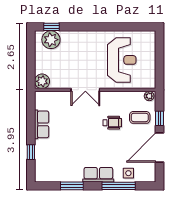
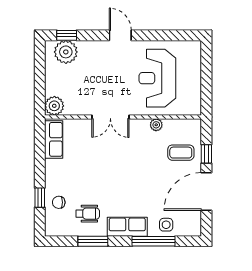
door: (93, 27) -> (120, 35), added
reception desk: (122, 60) -> (157, 78), turned 180
plant: (149, 96) -> (156, 125), moved
wheelchair: (112, 123) -> (88, 214), moved
row of seats: (42, 124) -> (54, 139), moved
chair: (45, 156) -> (59, 202), added

